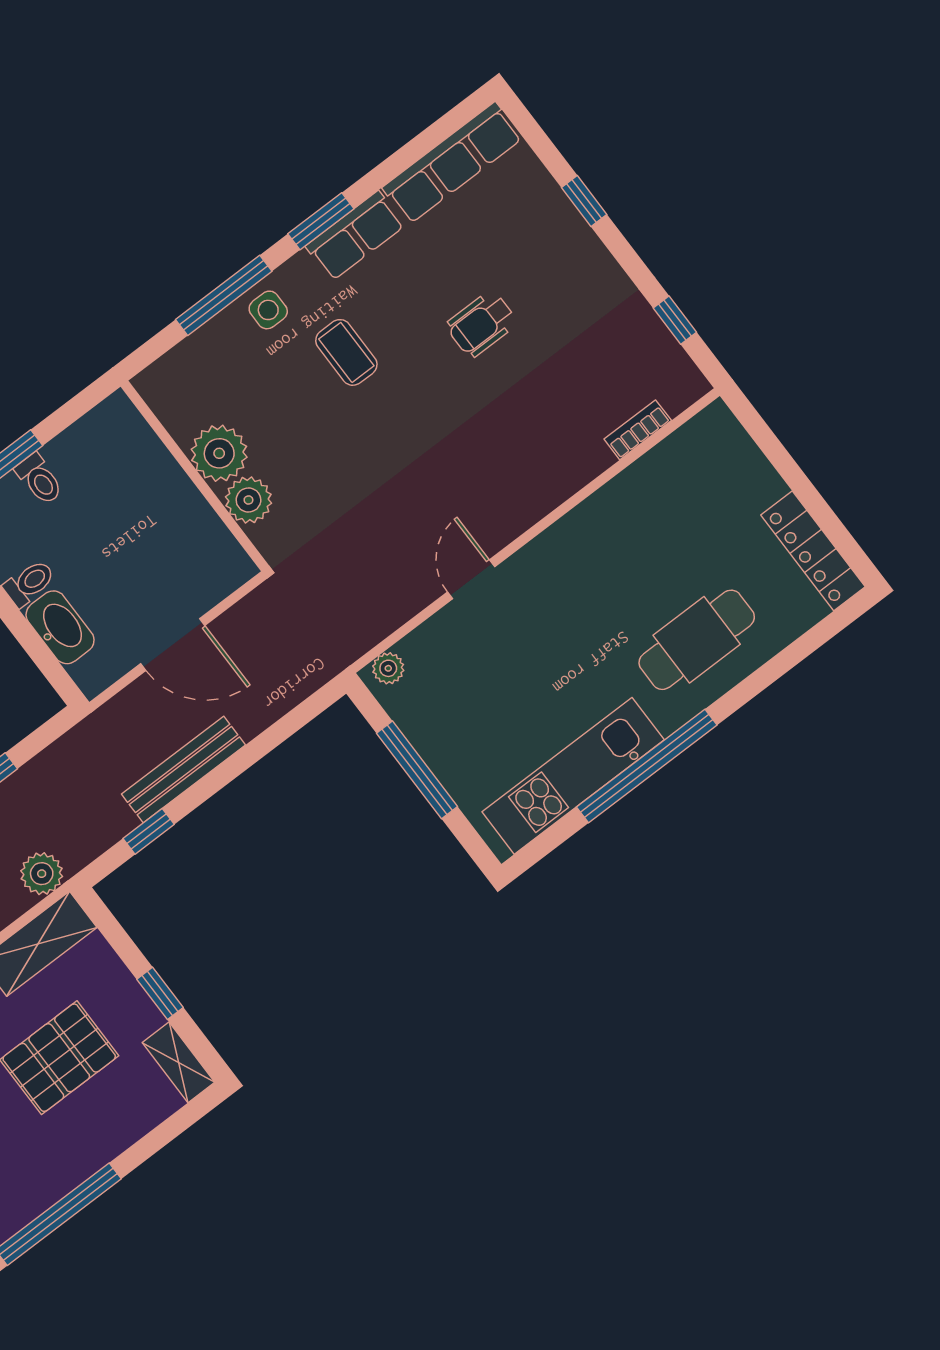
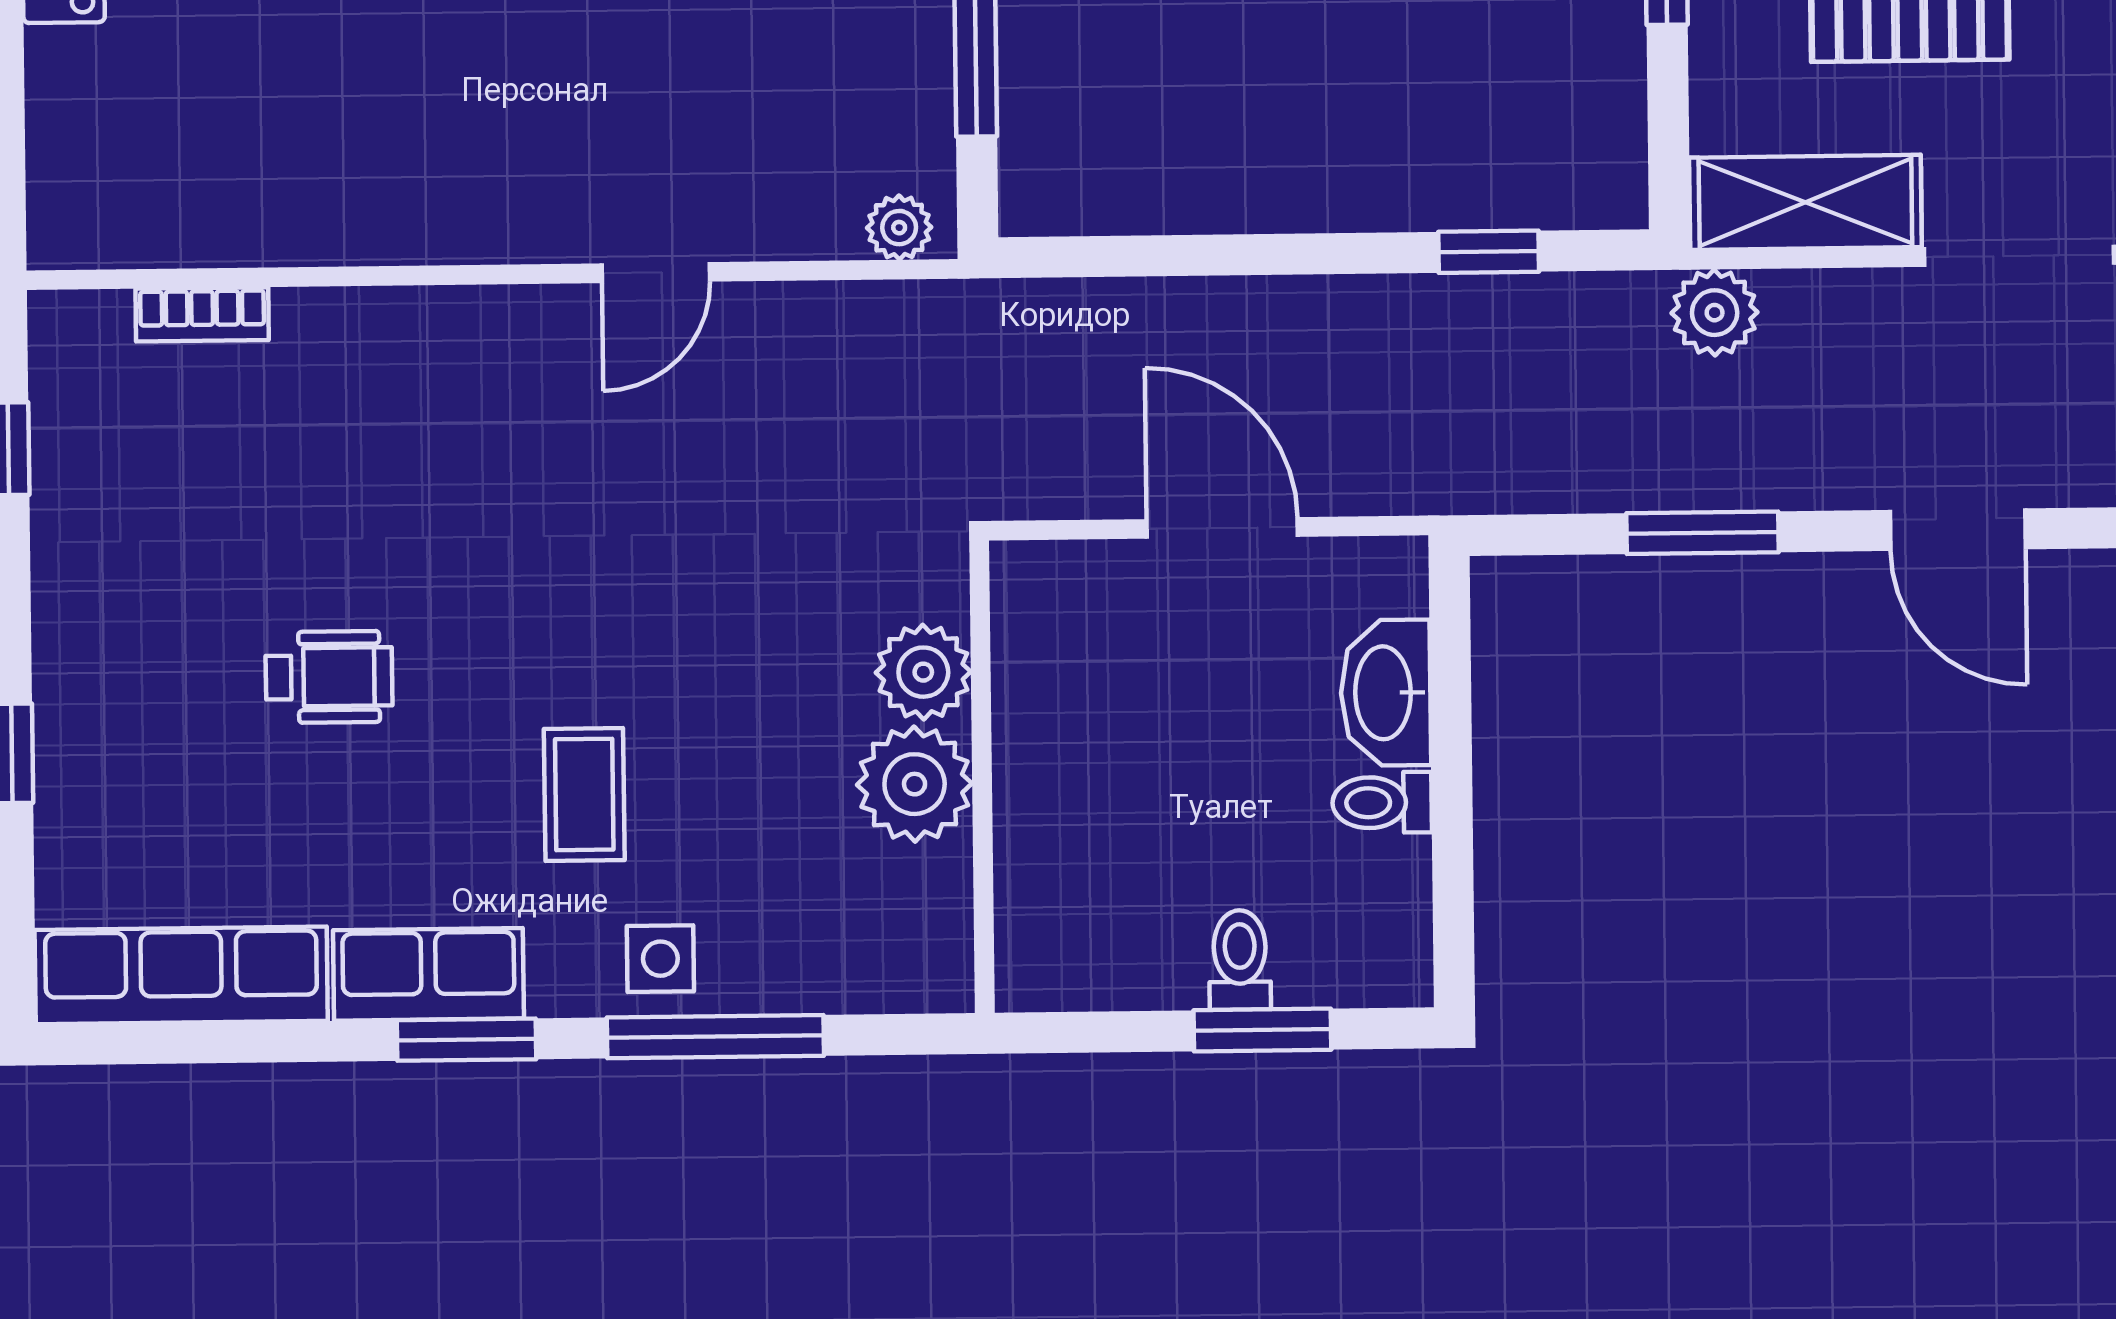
bench: (184, 770) -> (1356, 311), removed

